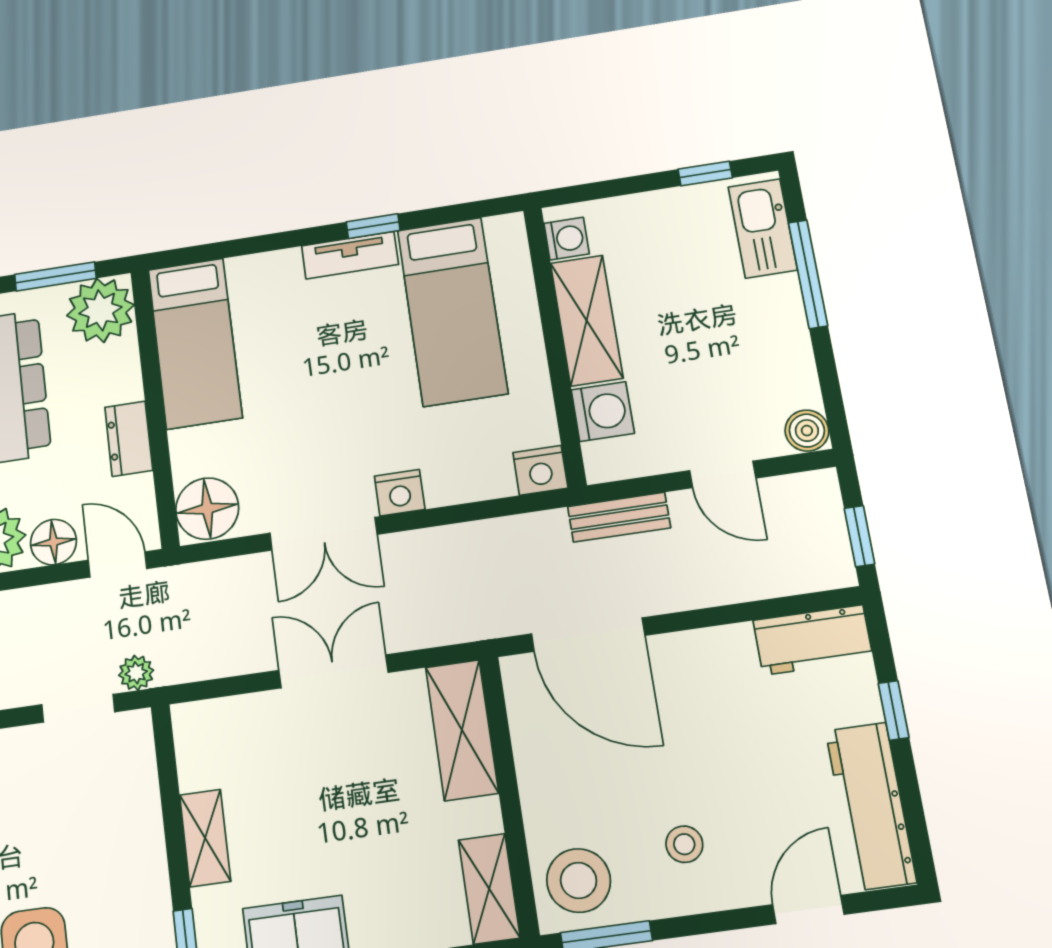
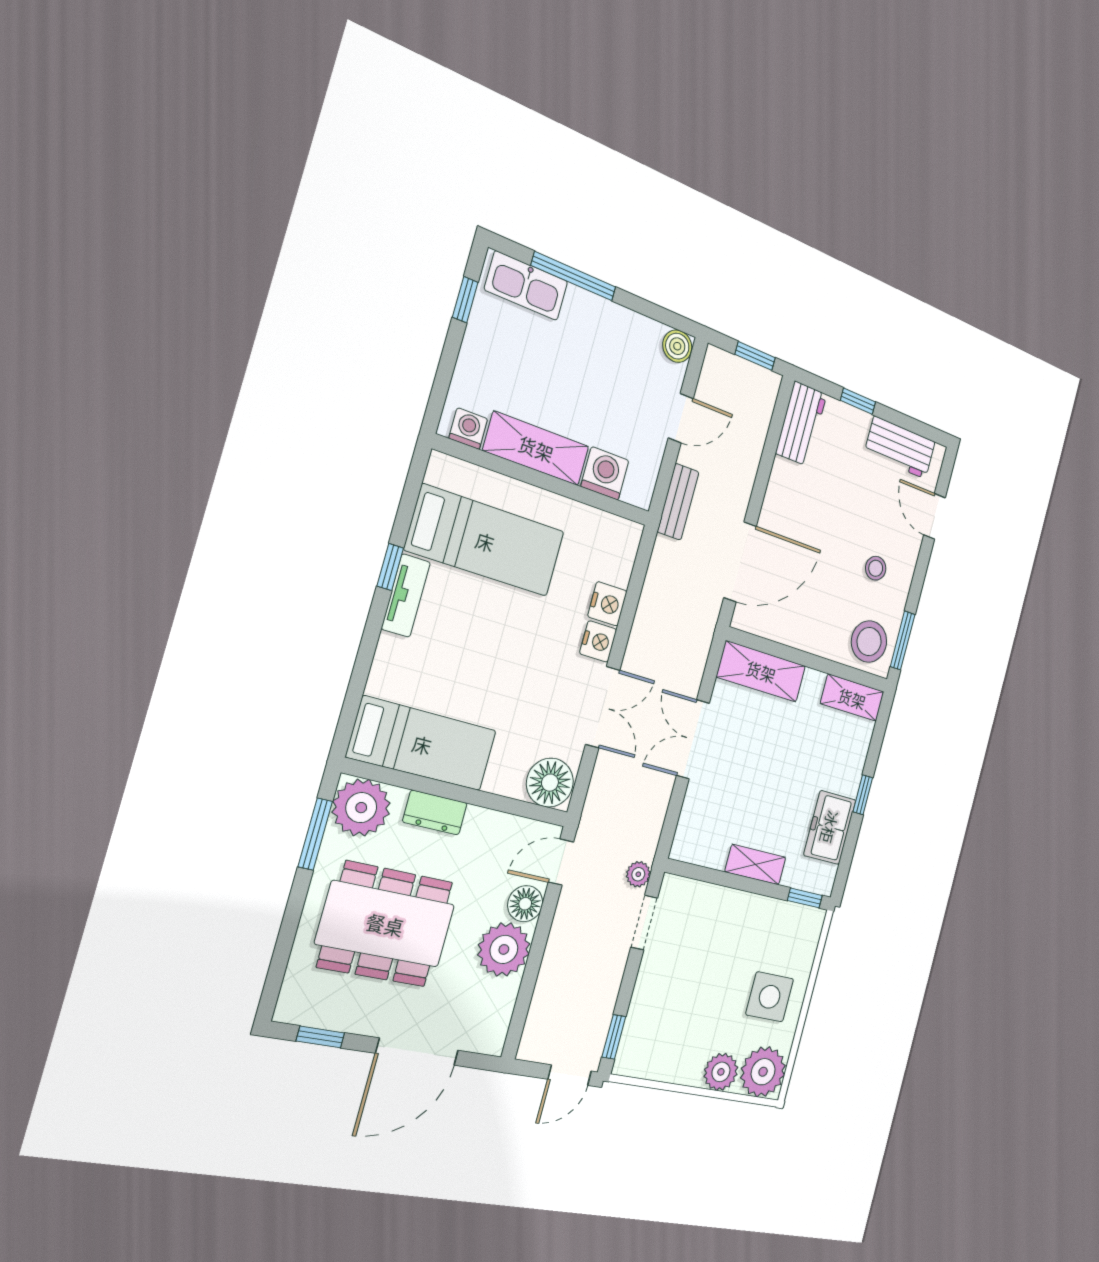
dresser: (129, 439) -> (435, 812), moved
nightstand: (540, 470) -> (607, 604), moved
workbench: (871, 806) -> (900, 448), width x0.73

